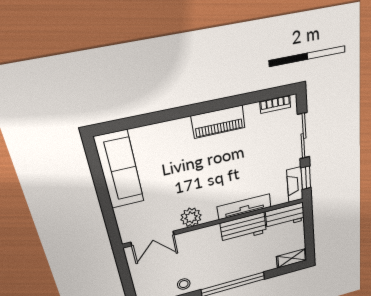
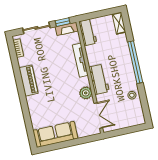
workbench: (243, 228) -> (99, 79), moved

